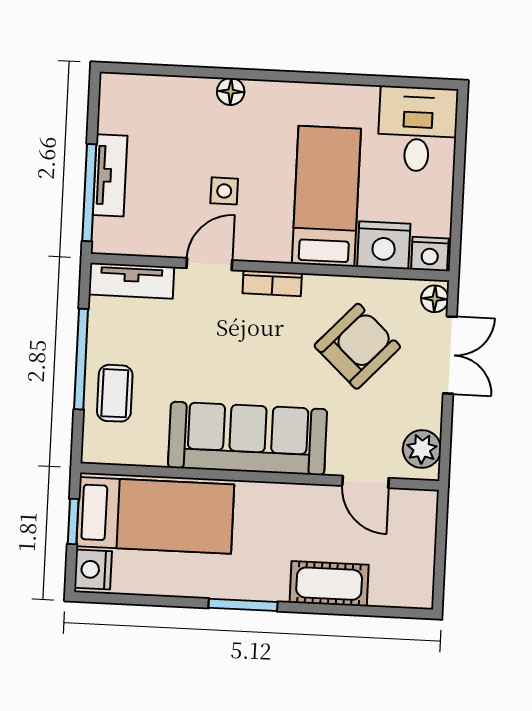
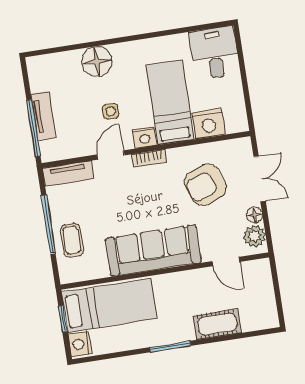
floor lamp: (231, 92) -> (97, 61), width x1.89, depth x1.89
nightstand: (430, 254) -> (145, 137), moved
floor lamp: (435, 299) -> (255, 215), moved
armchair: (357, 346) -> (205, 185), turned -153

